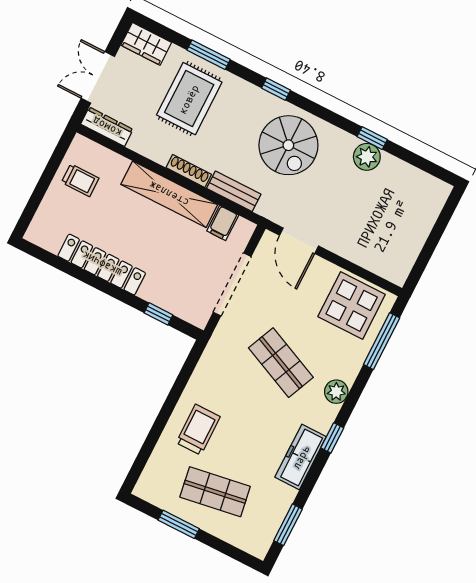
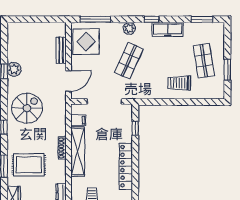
bench: (234, 191) -> (61, 50), moved

